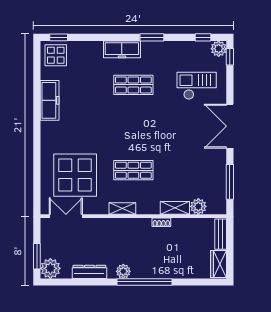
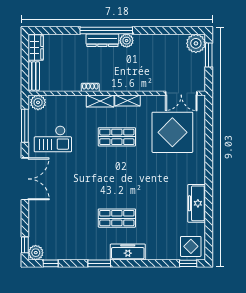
checkout: (197, 86) -> (53, 139), moved
plant: (198, 206) -> (38, 102), moved
shelving: (175, 208) -> (100, 101), moved
dresser: (89, 272) -> (102, 40), moved

